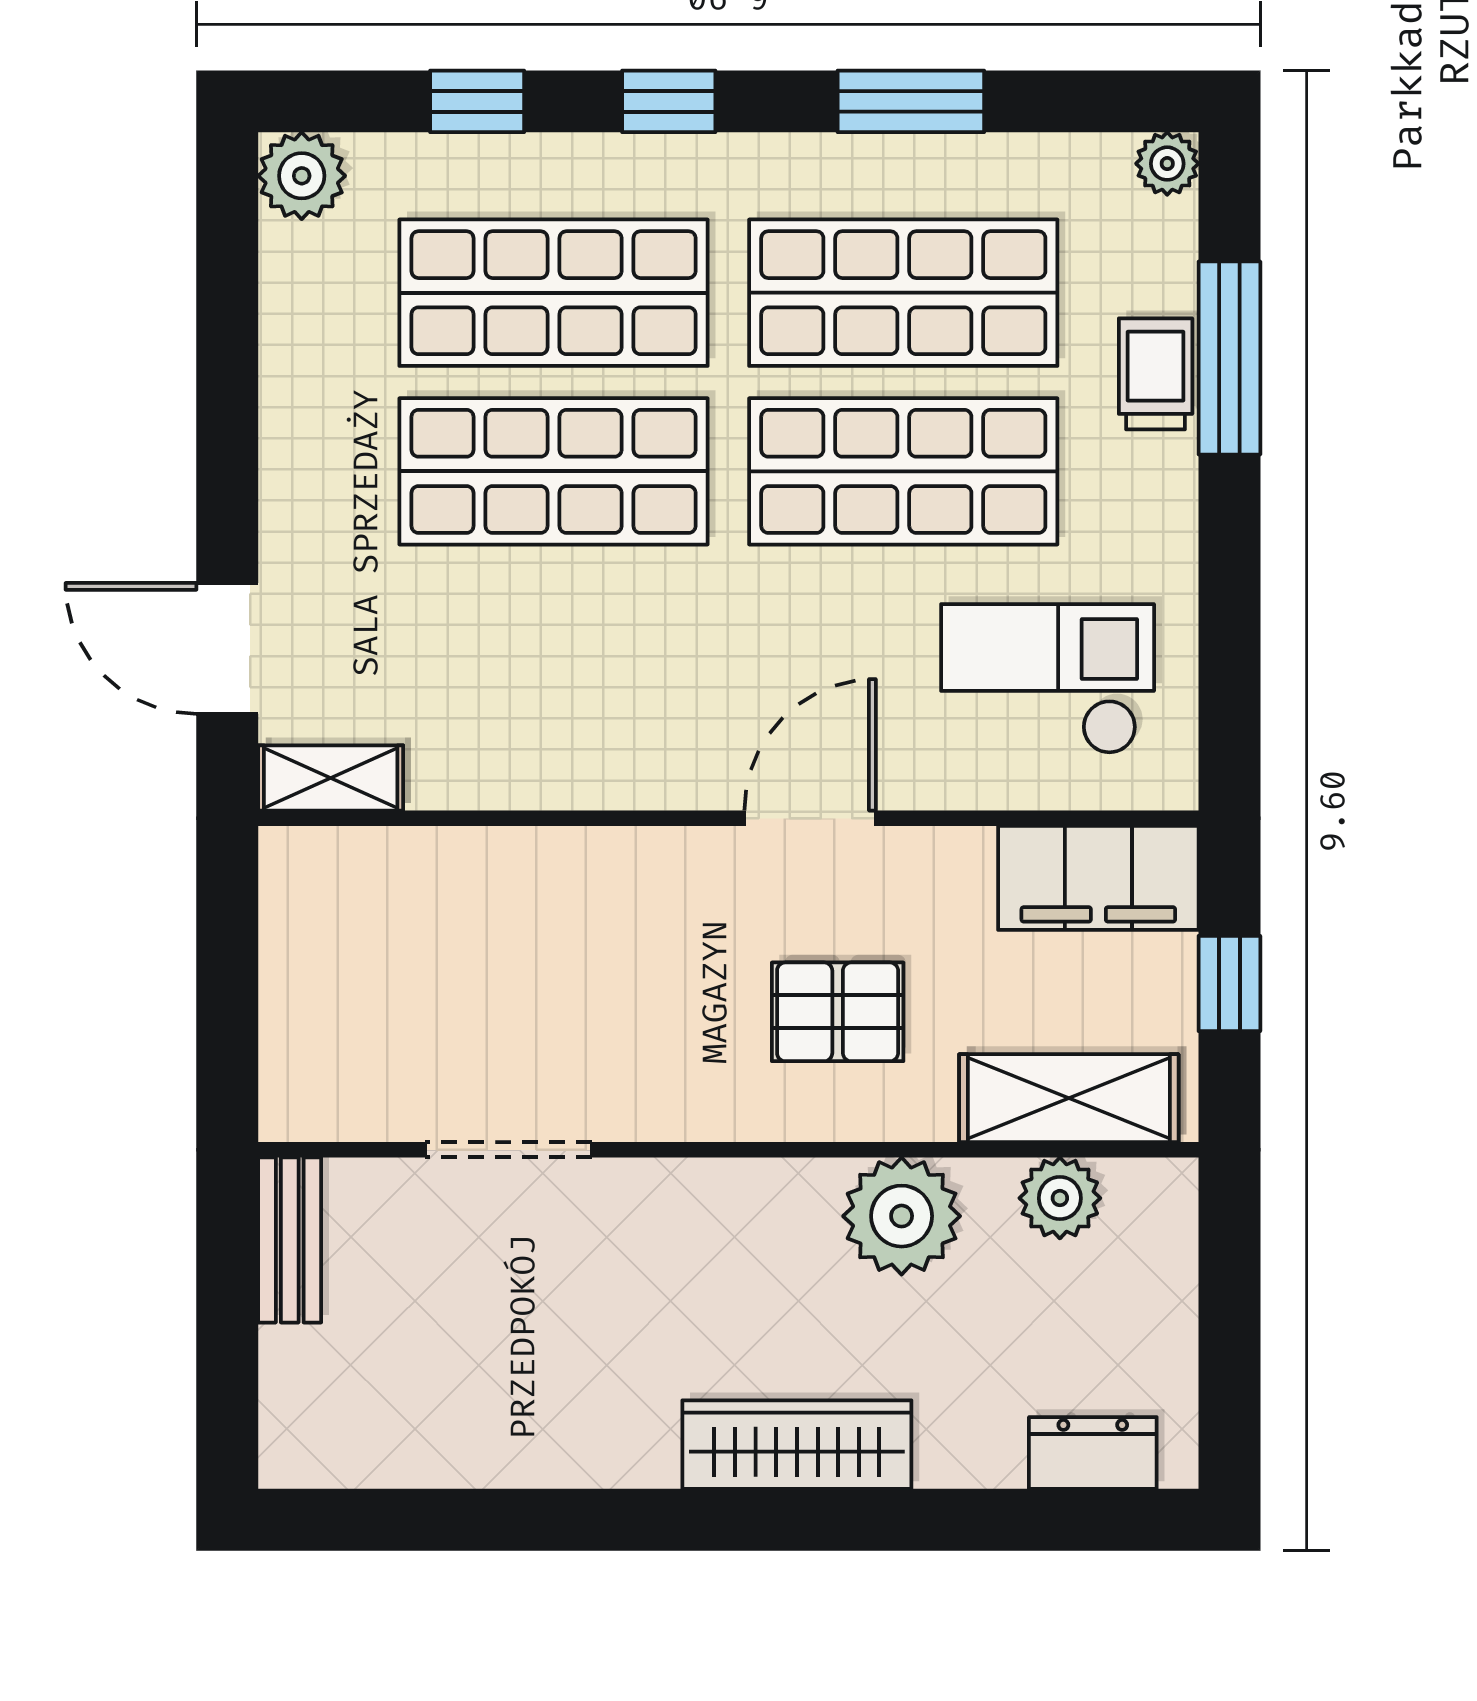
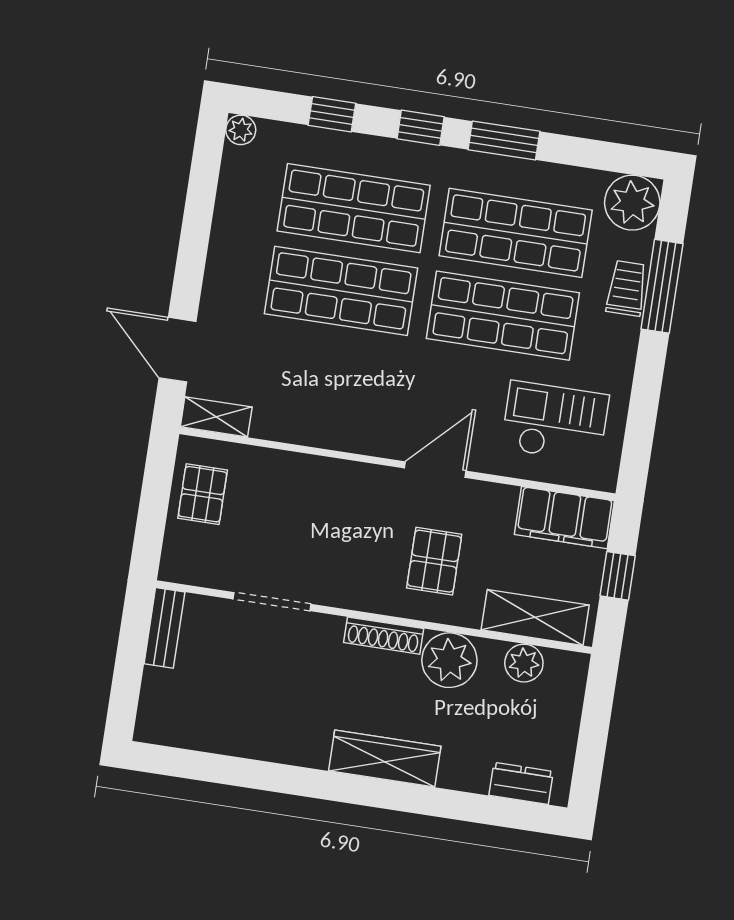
window: (911, 101) -> (504, 141), moved
plant: (1167, 164) -> (632, 203), width x1.88, depth x1.88
plant: (302, 176) -> (241, 130), width x0.73, depth x0.73
pallet: (327, 945) -> (203, 494), added
pallet: (838, 1012) -> (434, 561), turned 90
shoe rack: (755, 1185) -> (384, 636), added

